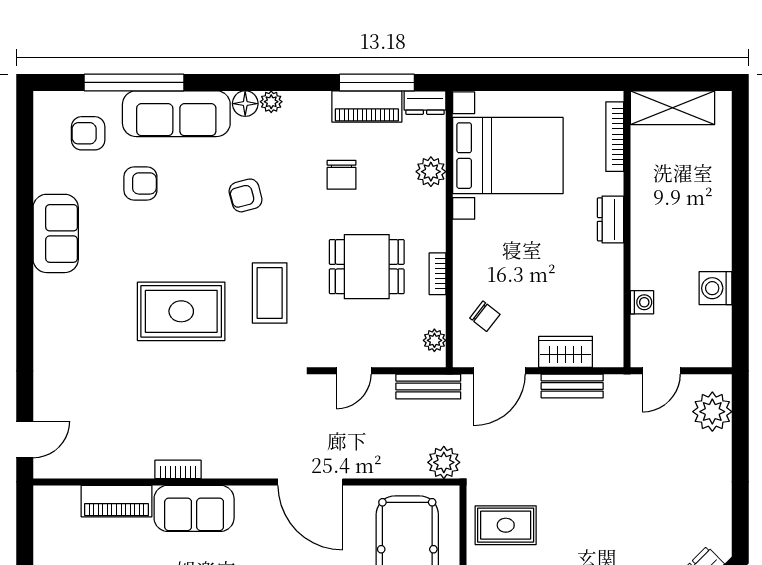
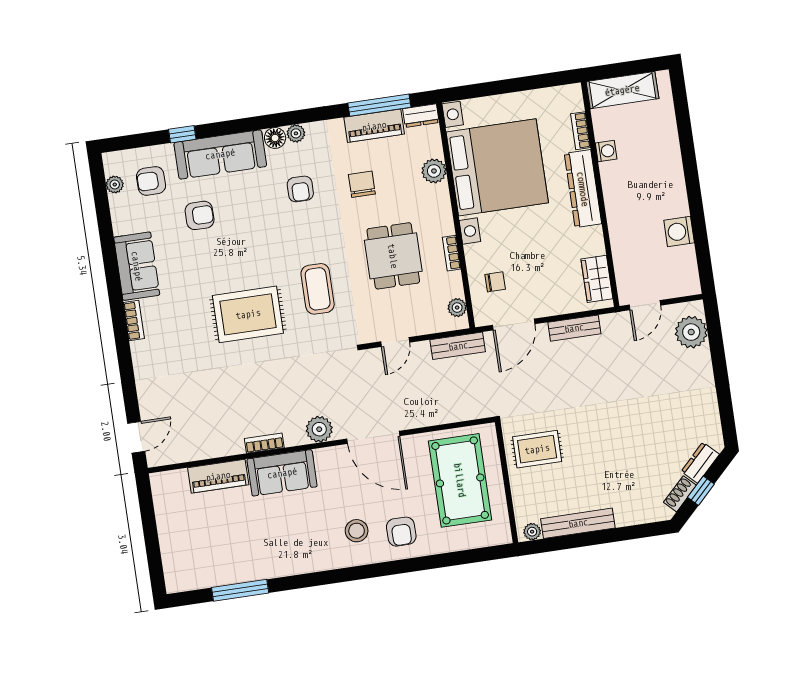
window: (134, 82) -> (182, 134), width x0.32
plant: (44, 131) -> (115, 185), added
bookcase: (615, 137) -> (581, 131), width x0.64
bed with nightstands: (508, 156) -> (497, 167), width x1.36
chair: (342, 175) -> (362, 184), turned 180
armchair: (246, 195) -> (300, 189), moved, turned -75
dresser: (611, 219) -> (583, 189), width x1.96, depth x1.24
dining table: (367, 267) -> (393, 256), turned 90
bookcase: (43, 298) -> (134, 321), added
washing machine: (642, 302) -> (606, 151), moved
chair: (485, 316) -> (495, 282), turned -38
wardrobe: (566, 352) -> (597, 279), moved, turned -90
plant: (444, 462) -> (319, 429), moved

